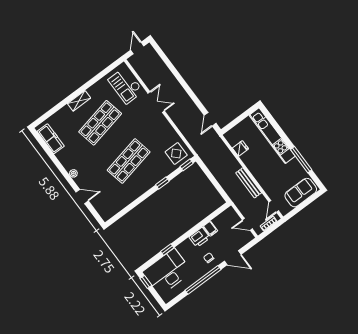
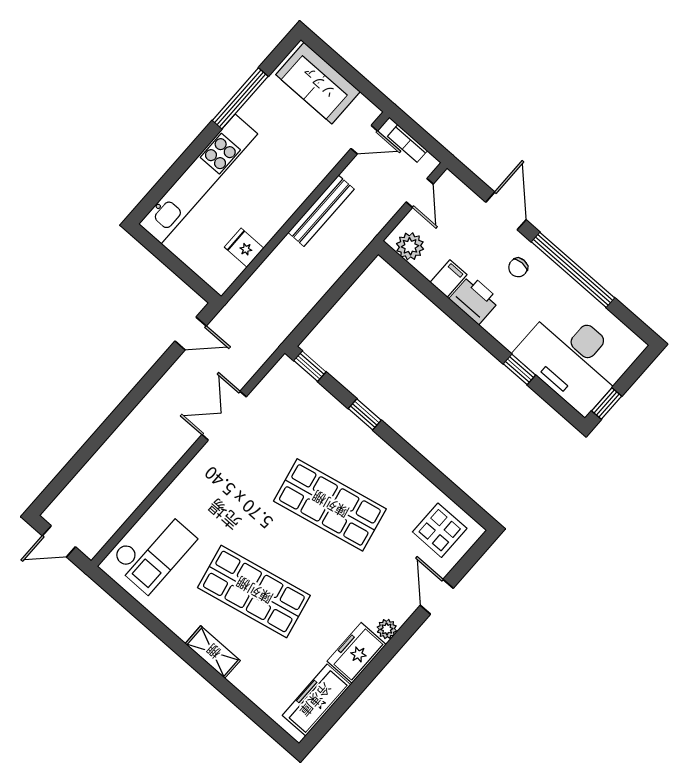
double door: (156, 102) -> (224, 416), moved
display table: (176, 154) -> (440, 530), moved
freezer: (66, 159) -> (357, 653), added
plant: (227, 216) -> (410, 246), added

